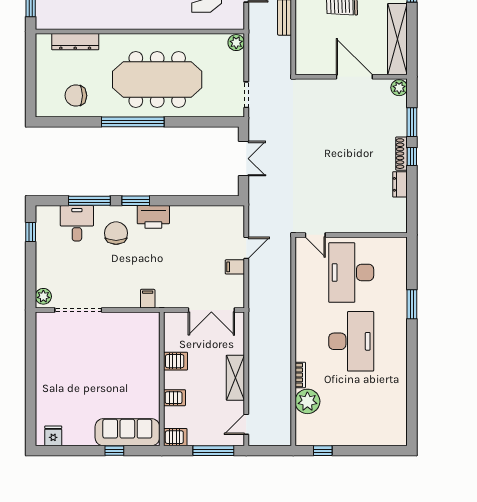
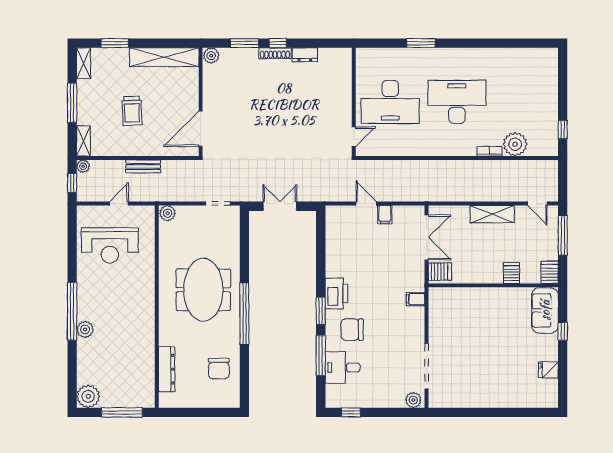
door: (354, 77) -> (201, 129), moved
meeting table: (157, 80) -> (203, 290), width x0.73
server rack: (176, 361) -> (440, 272), moved, turned 90
sofa: (127, 432) -> (545, 310), width x0.73
fridge: (53, 436) -> (548, 370), moved

